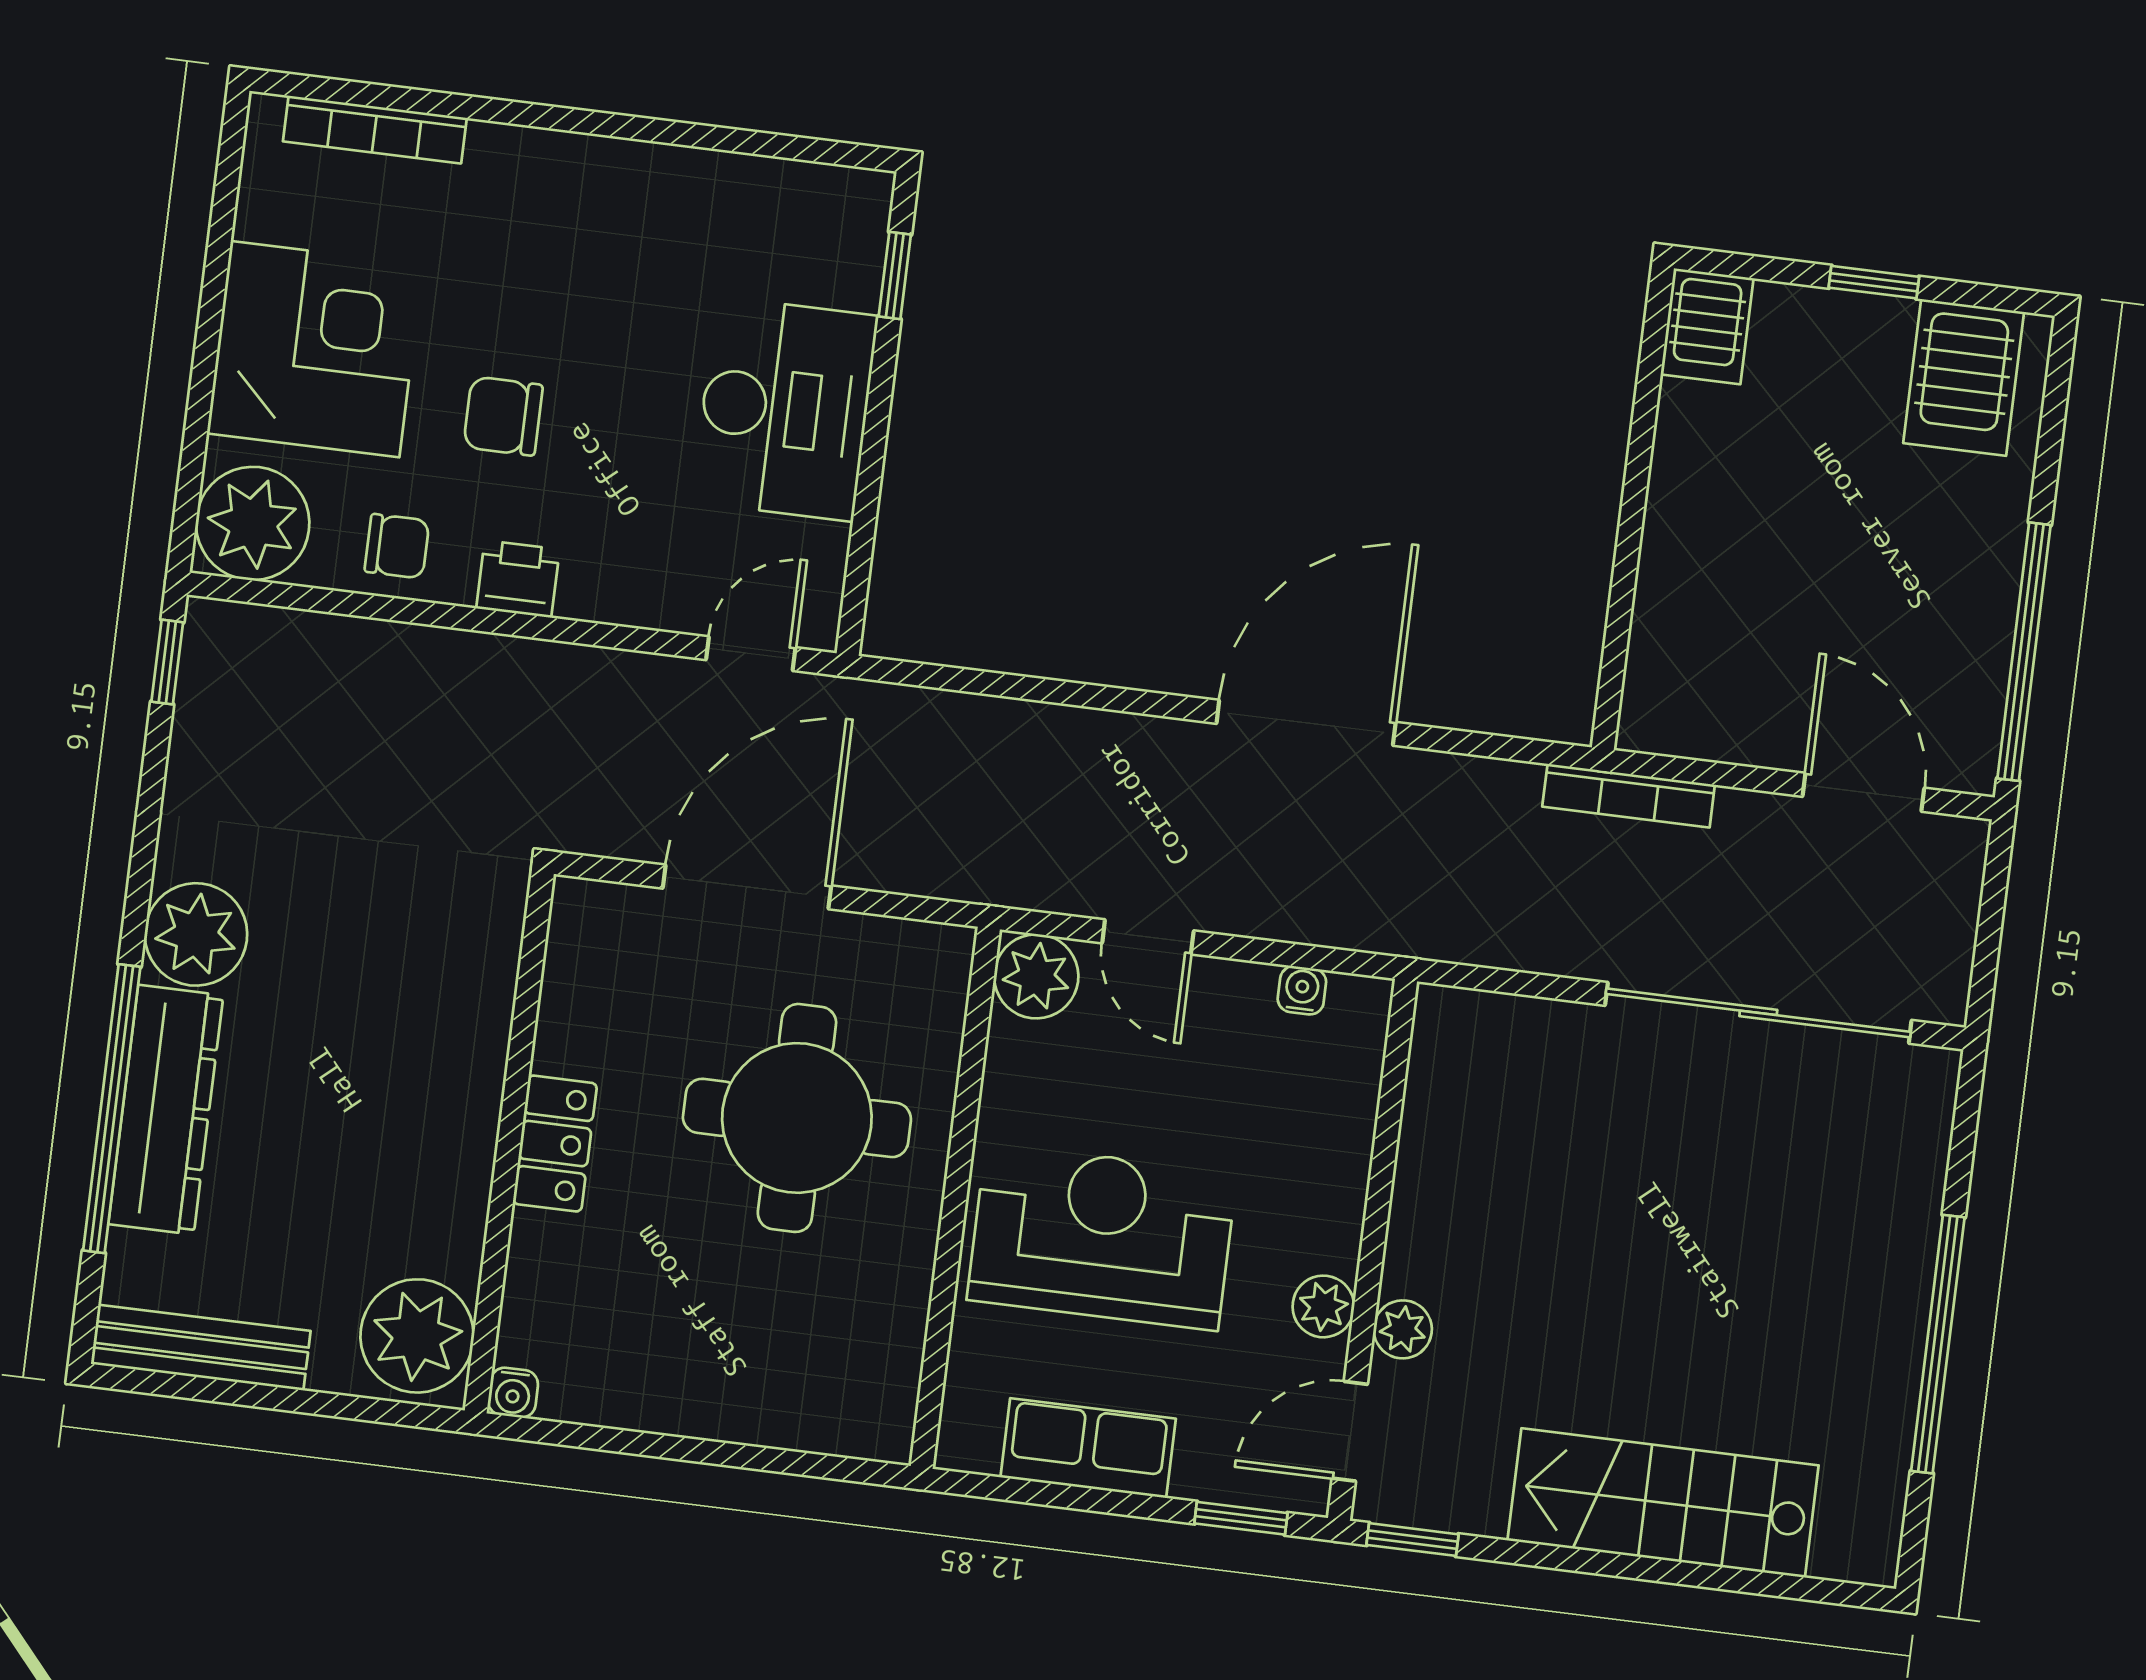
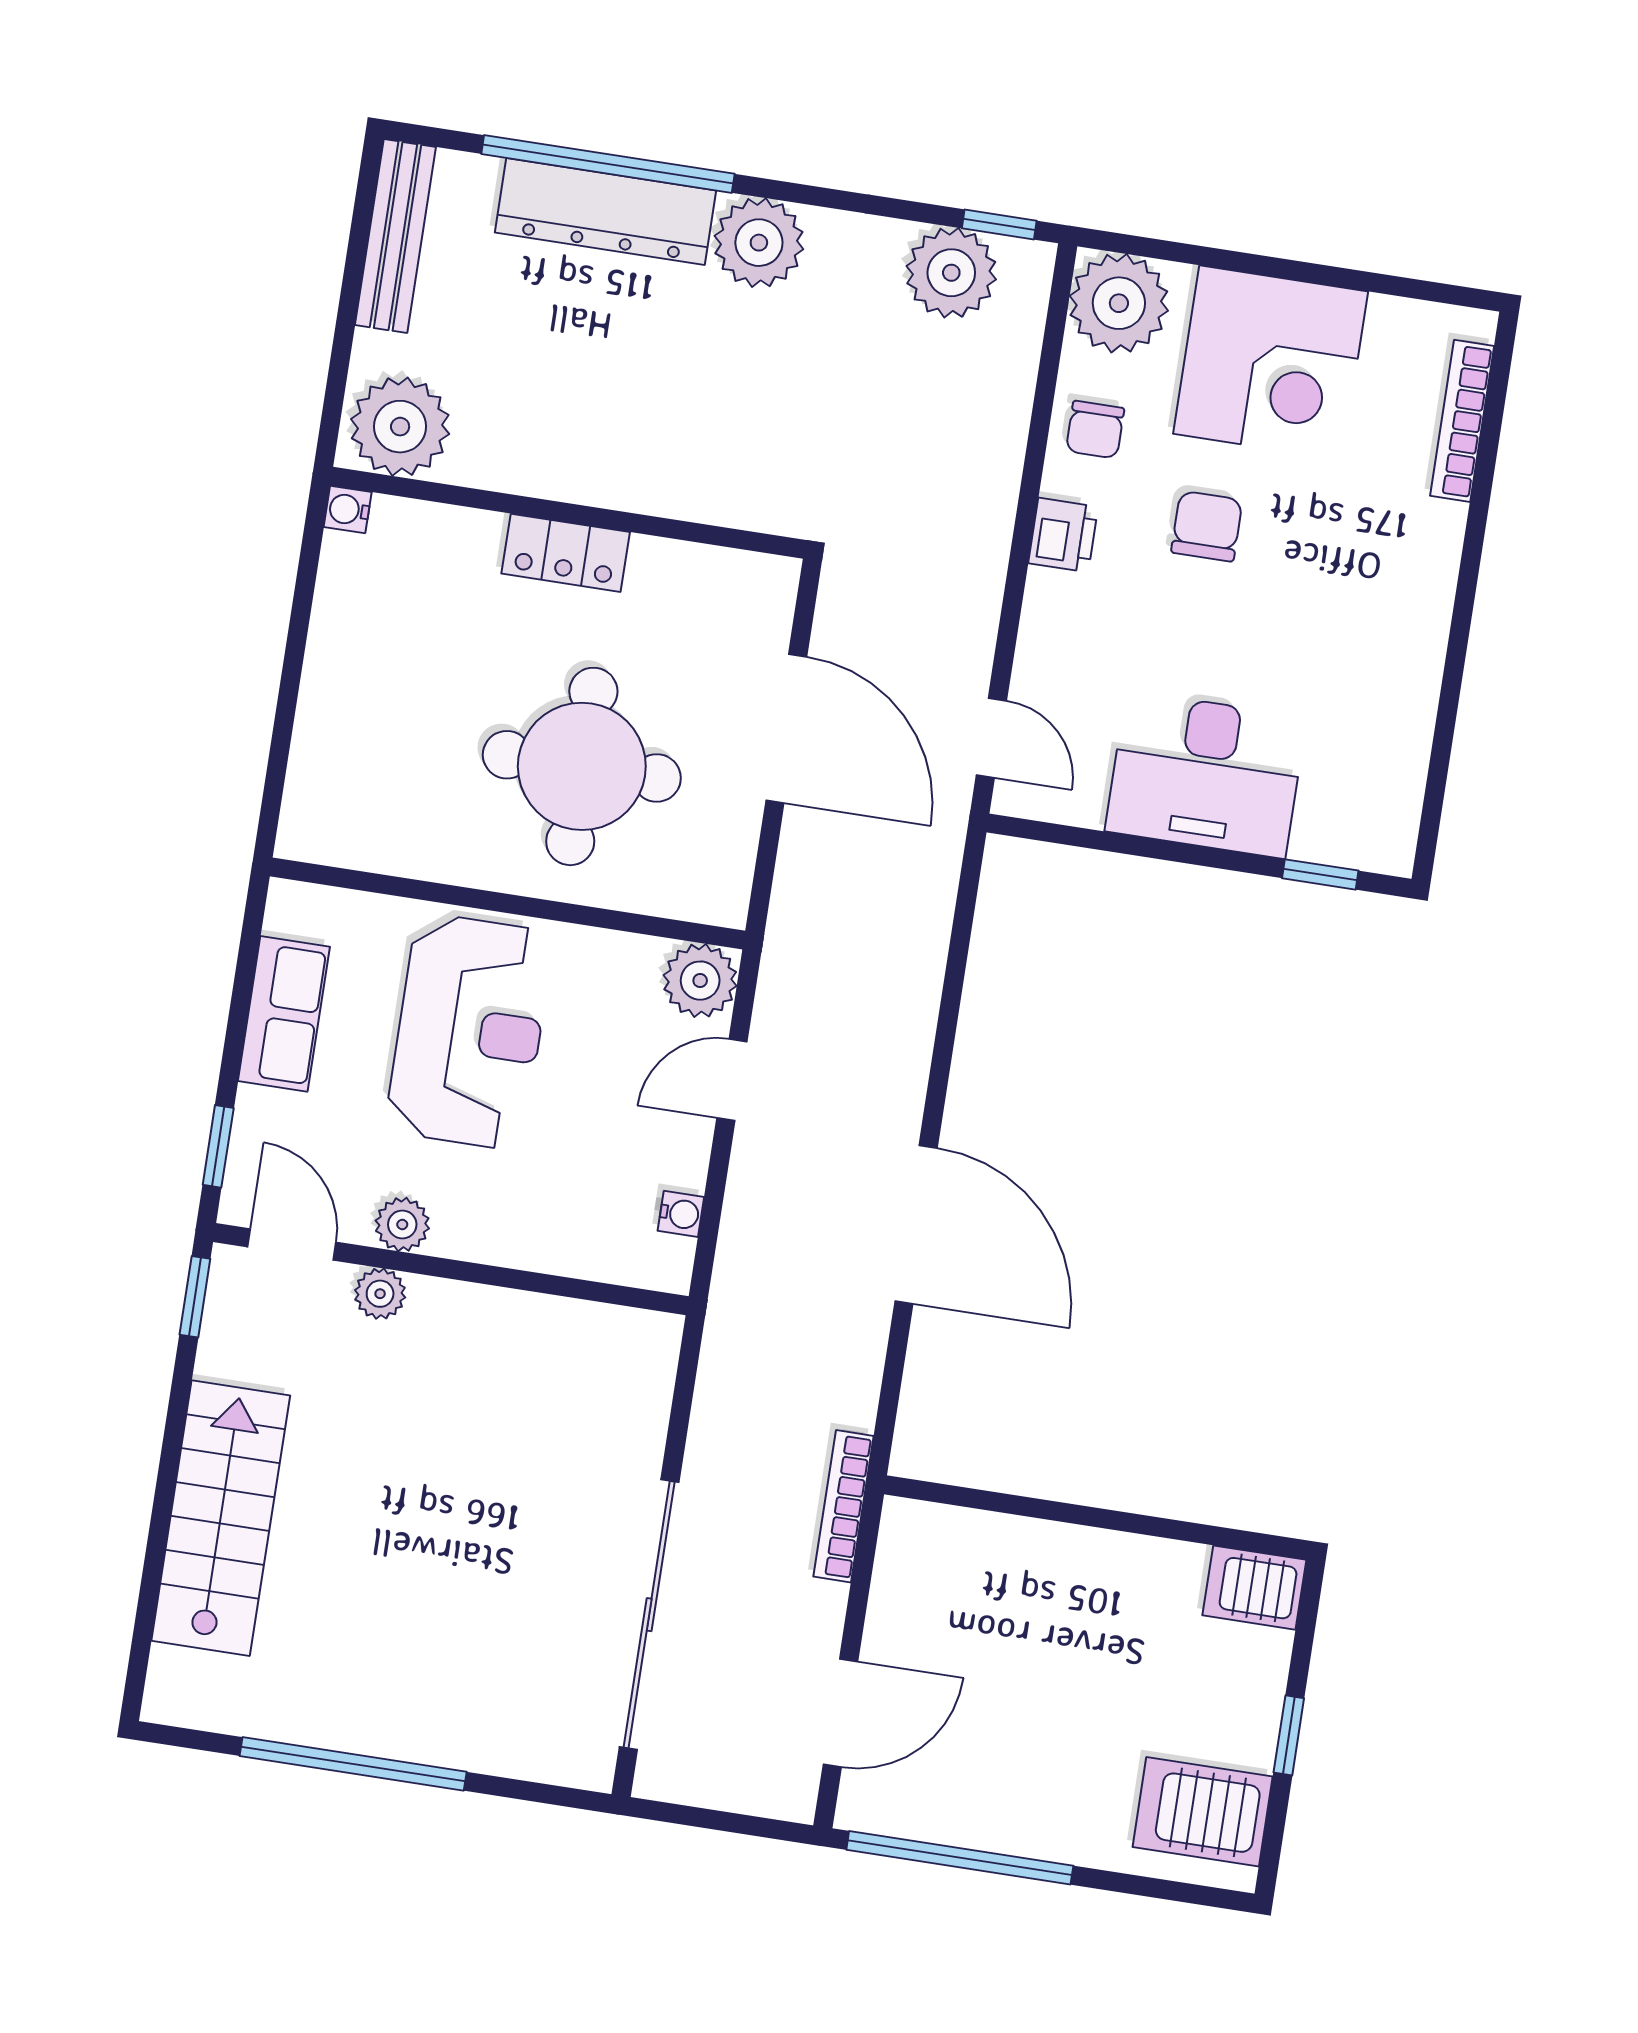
plant: (224, 715) -> (951, 273), added

